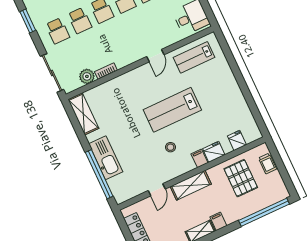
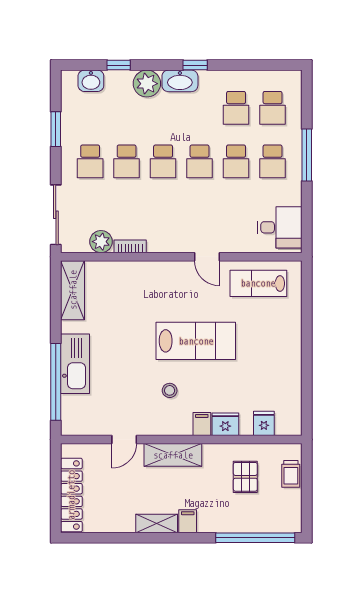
door: (155, 56) -> (207, 257), hinge flipped
lab bench: (172, 110) -> (196, 341), turned 180
pallet: (241, 178) -> (245, 477), width x0.67, depth x0.71

